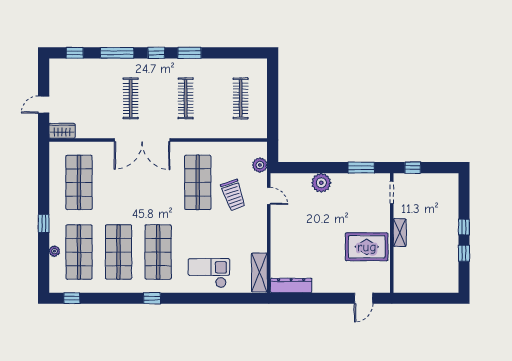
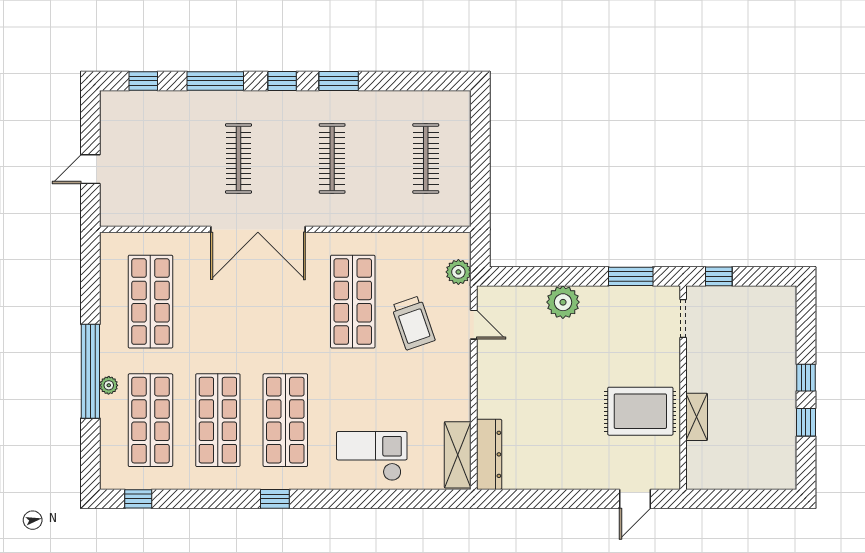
wardrobe: (62, 131) -> (122, 214), removed
window: (44, 223) -> (90, 371), width x3.17
shelving: (400, 233) -> (697, 417), moved
plant: (54, 251) -> (109, 385), moved
dresser: (291, 285) -> (489, 454), moved, turned 90

